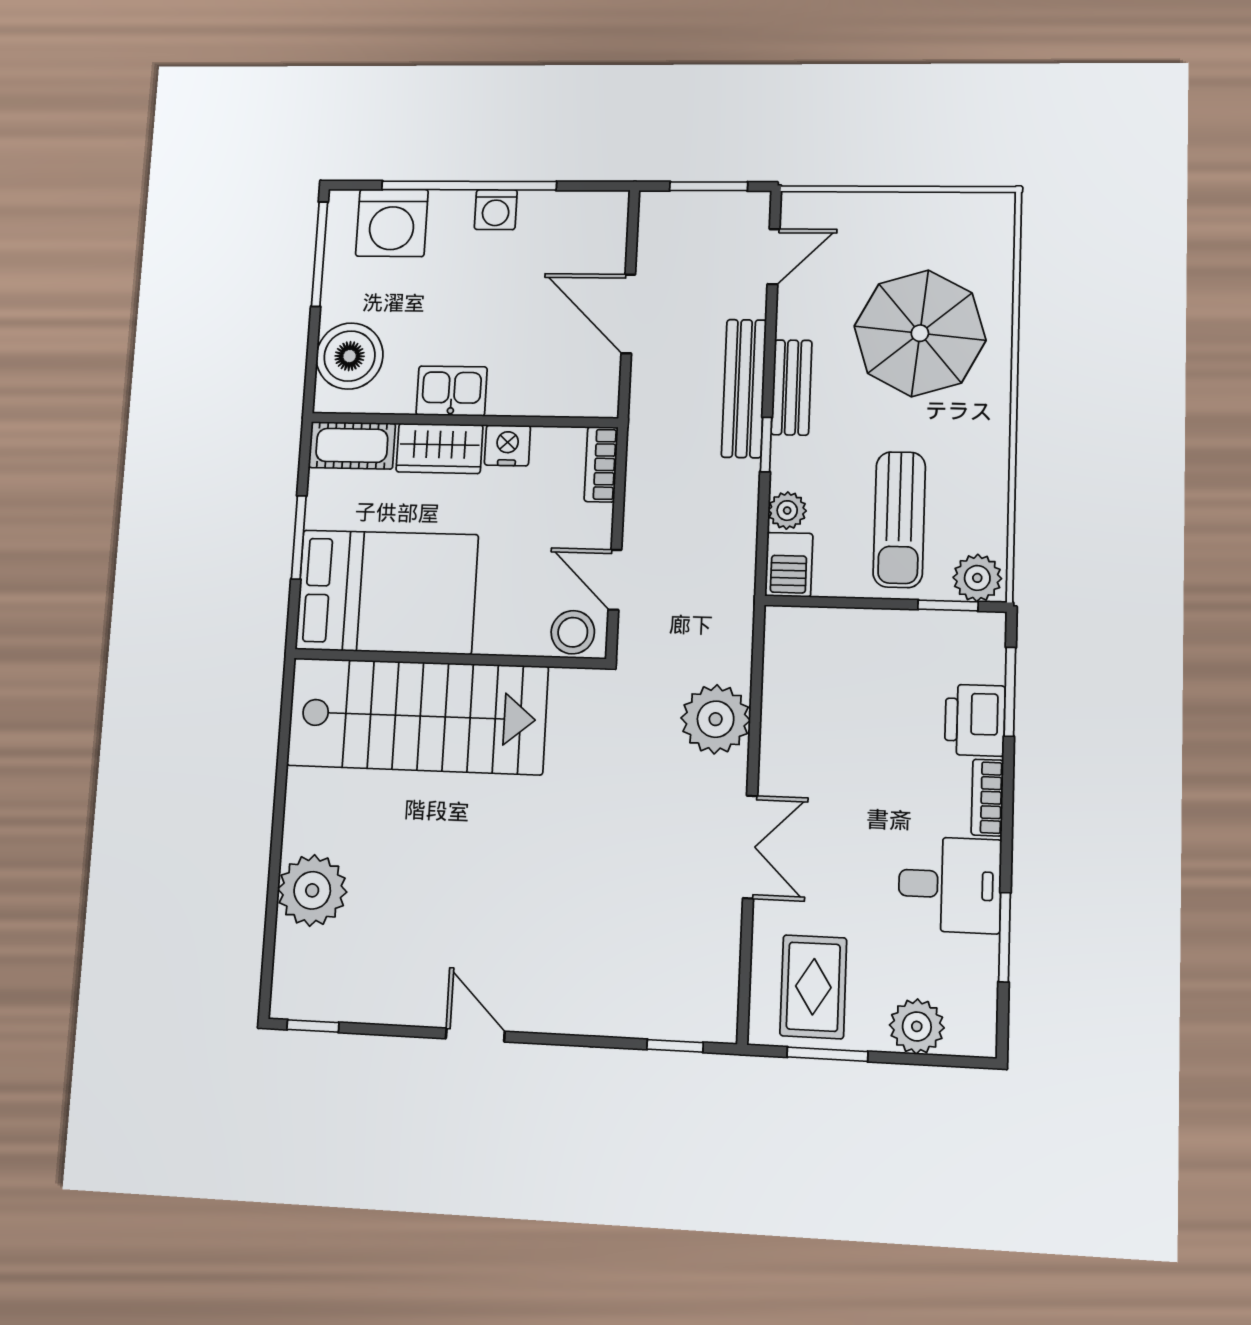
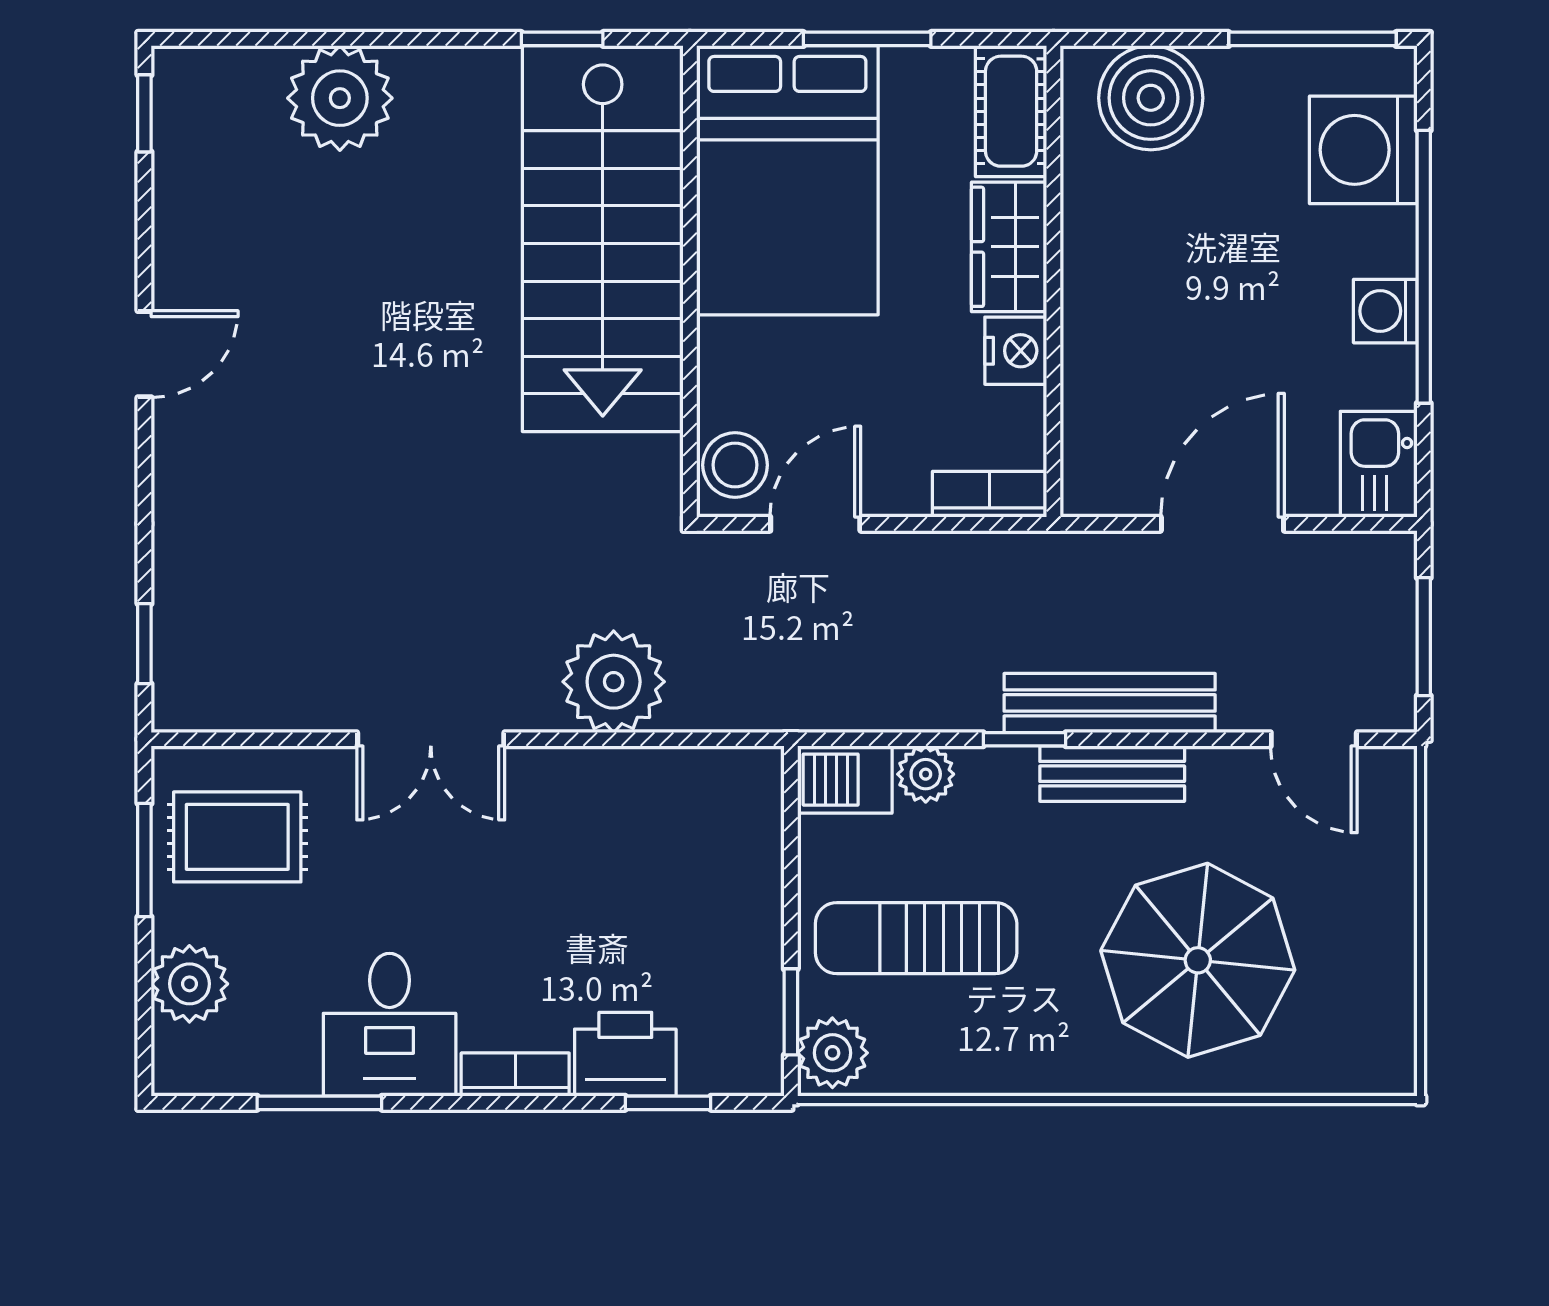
kitchen sink: (452, 391) -> (1379, 464), moved, turned 180
window: (1010, 692) -> (668, 1103), width x0.67
window: (284, 738) -> (562, 39), added

